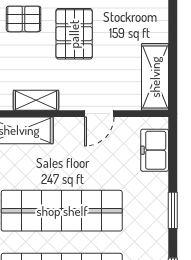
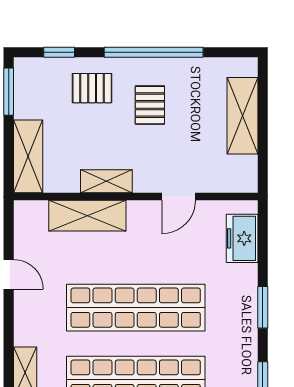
pallet: (74, 34) -> (150, 105), width x0.67, depth x0.71
shelving: (155, 77) -> (242, 116), moved

